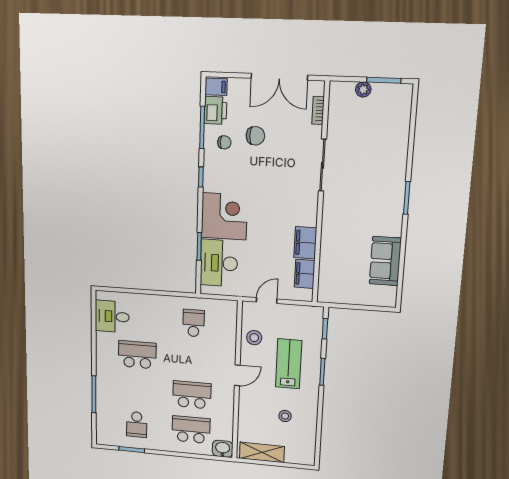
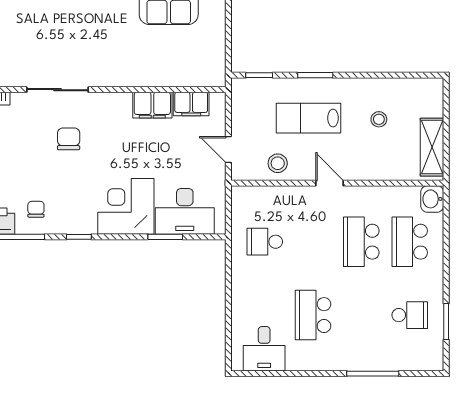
chair: (255, 136) -> (69, 139), moved

